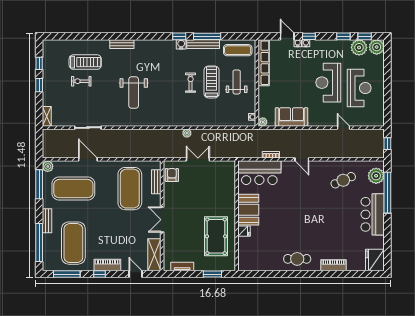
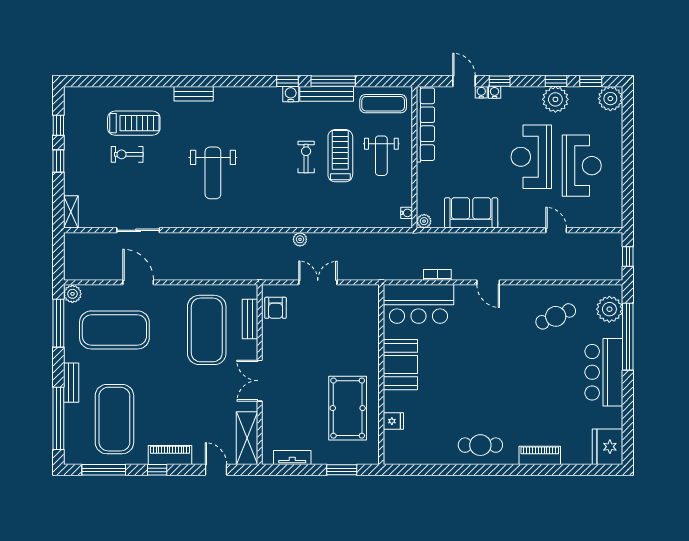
plant: (359, 48) -> (555, 99), moved
weight bench: (237, 82) -> (381, 156), turned 180
armchair: (172, 175) -> (275, 308), turned 180
fridge: (244, 231) -> (393, 421), moved

